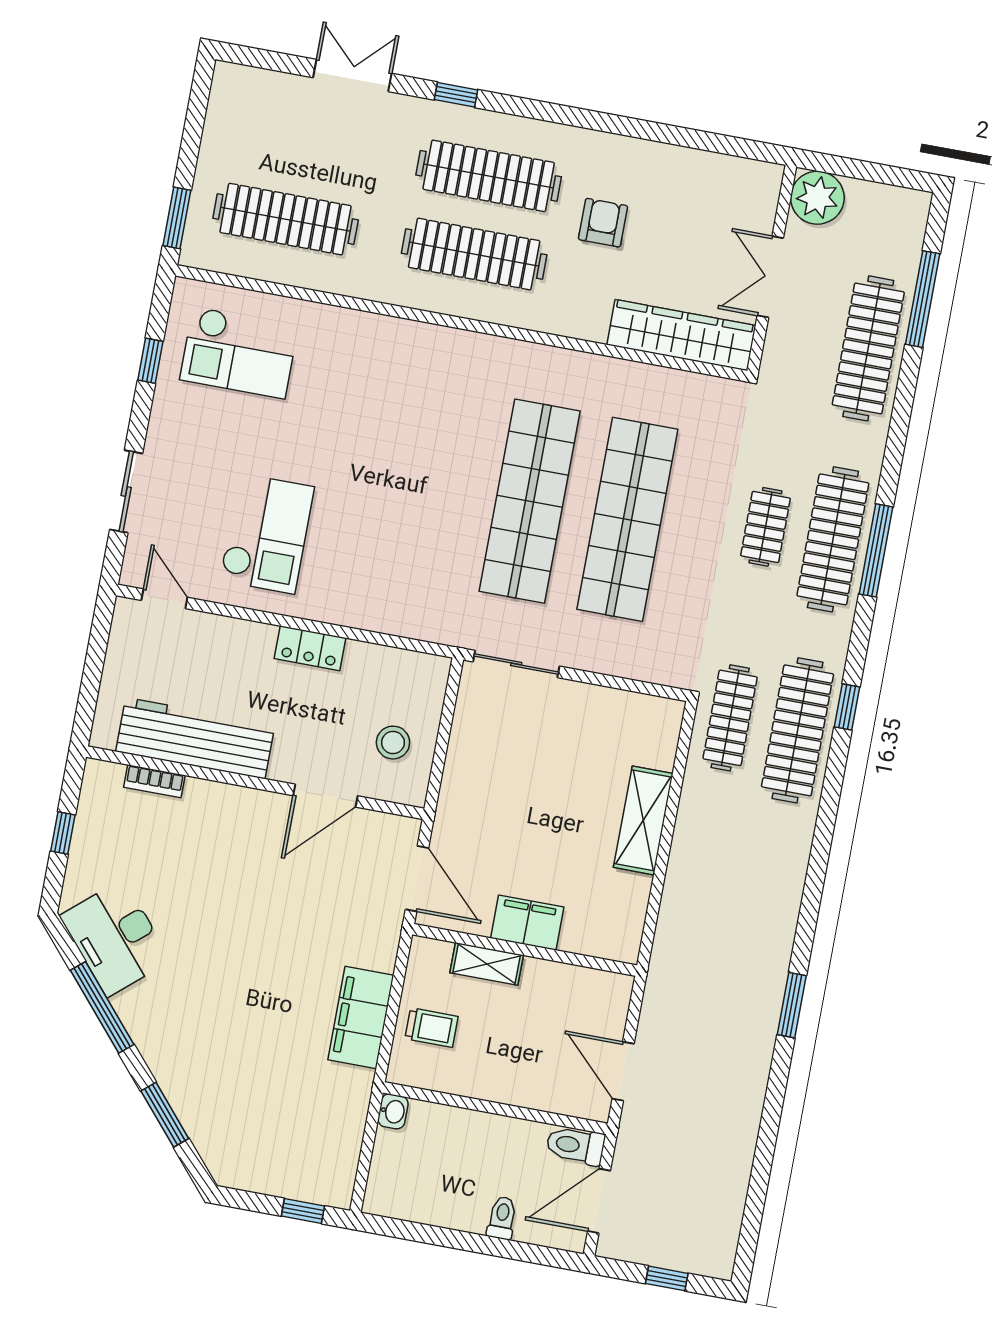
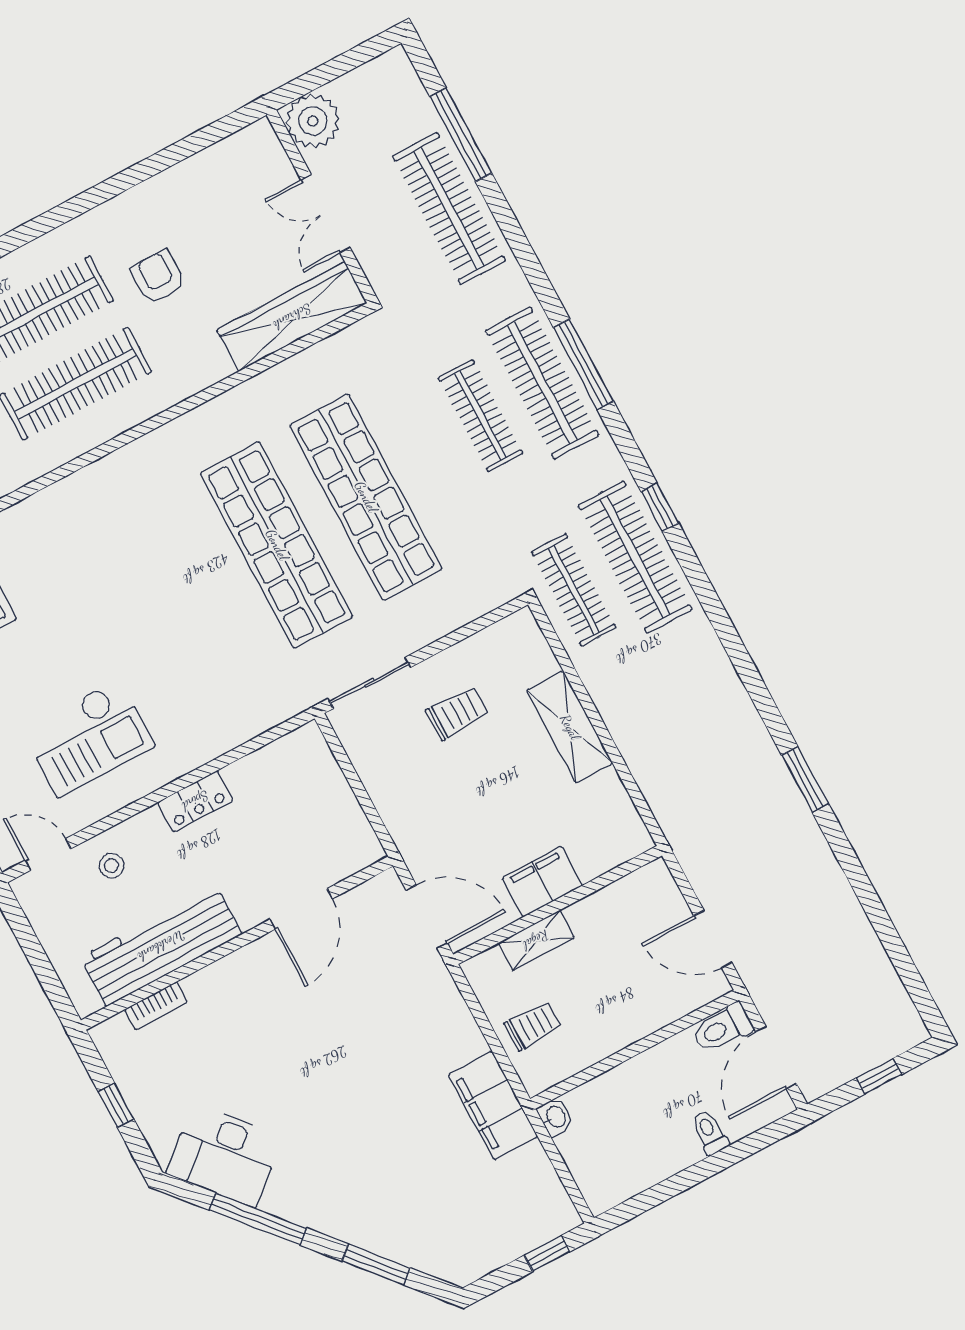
clothes rail: (766, 527) -> (481, 416), width x1.36
checkout: (267, 534) -> (88, 738), turned 90
trolley: (565, 741) -> (457, 713), added
stool: (393, 743) -> (111, 866), moved, width x0.73, depth x0.73
filing cabinet: (361, 1018) -> (493, 1106), moved

